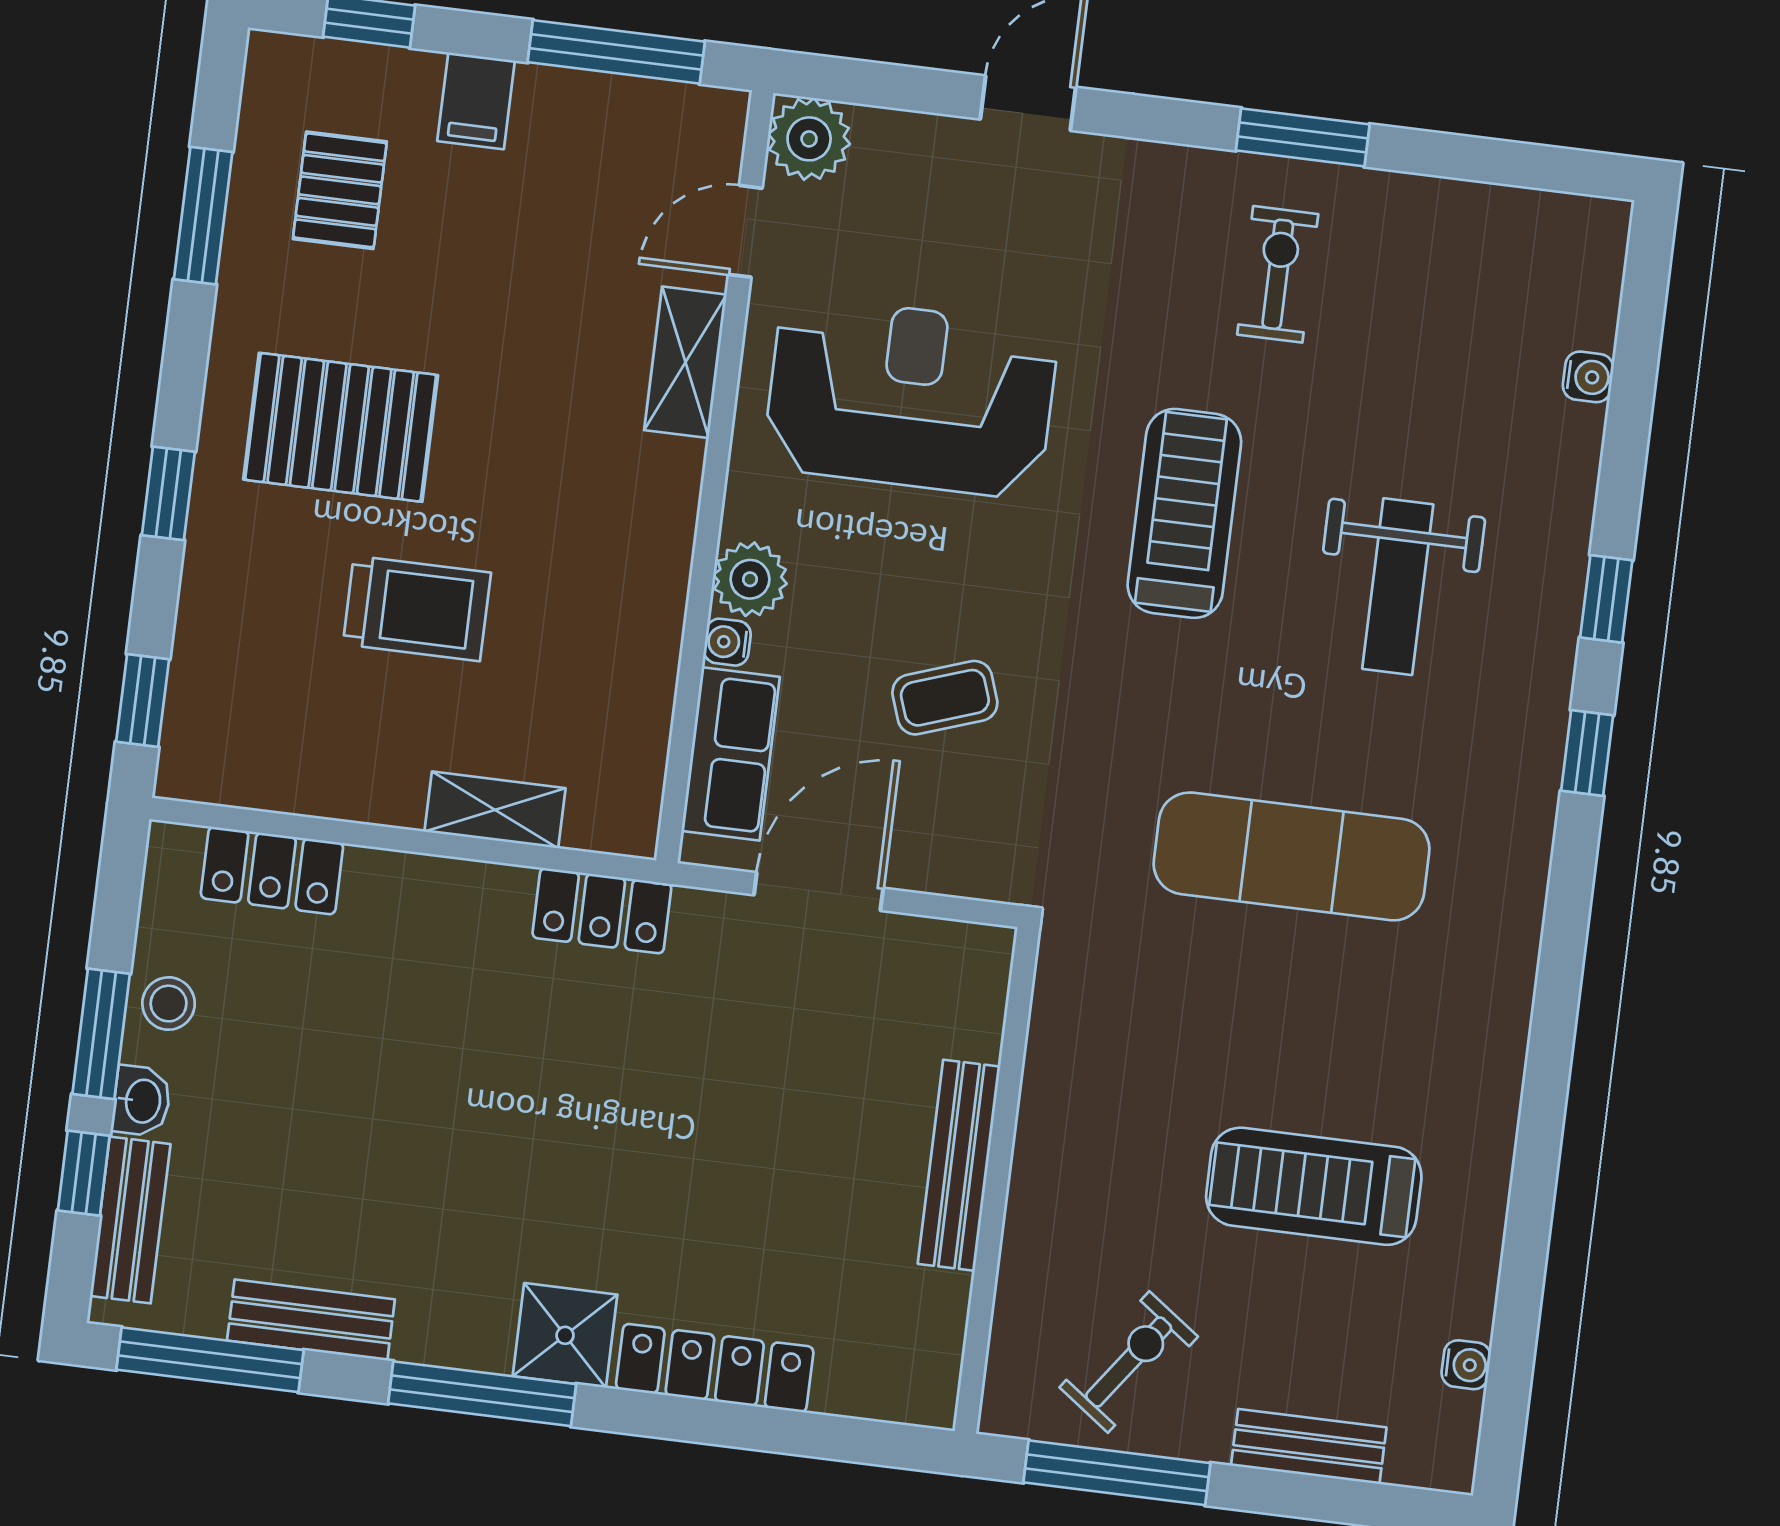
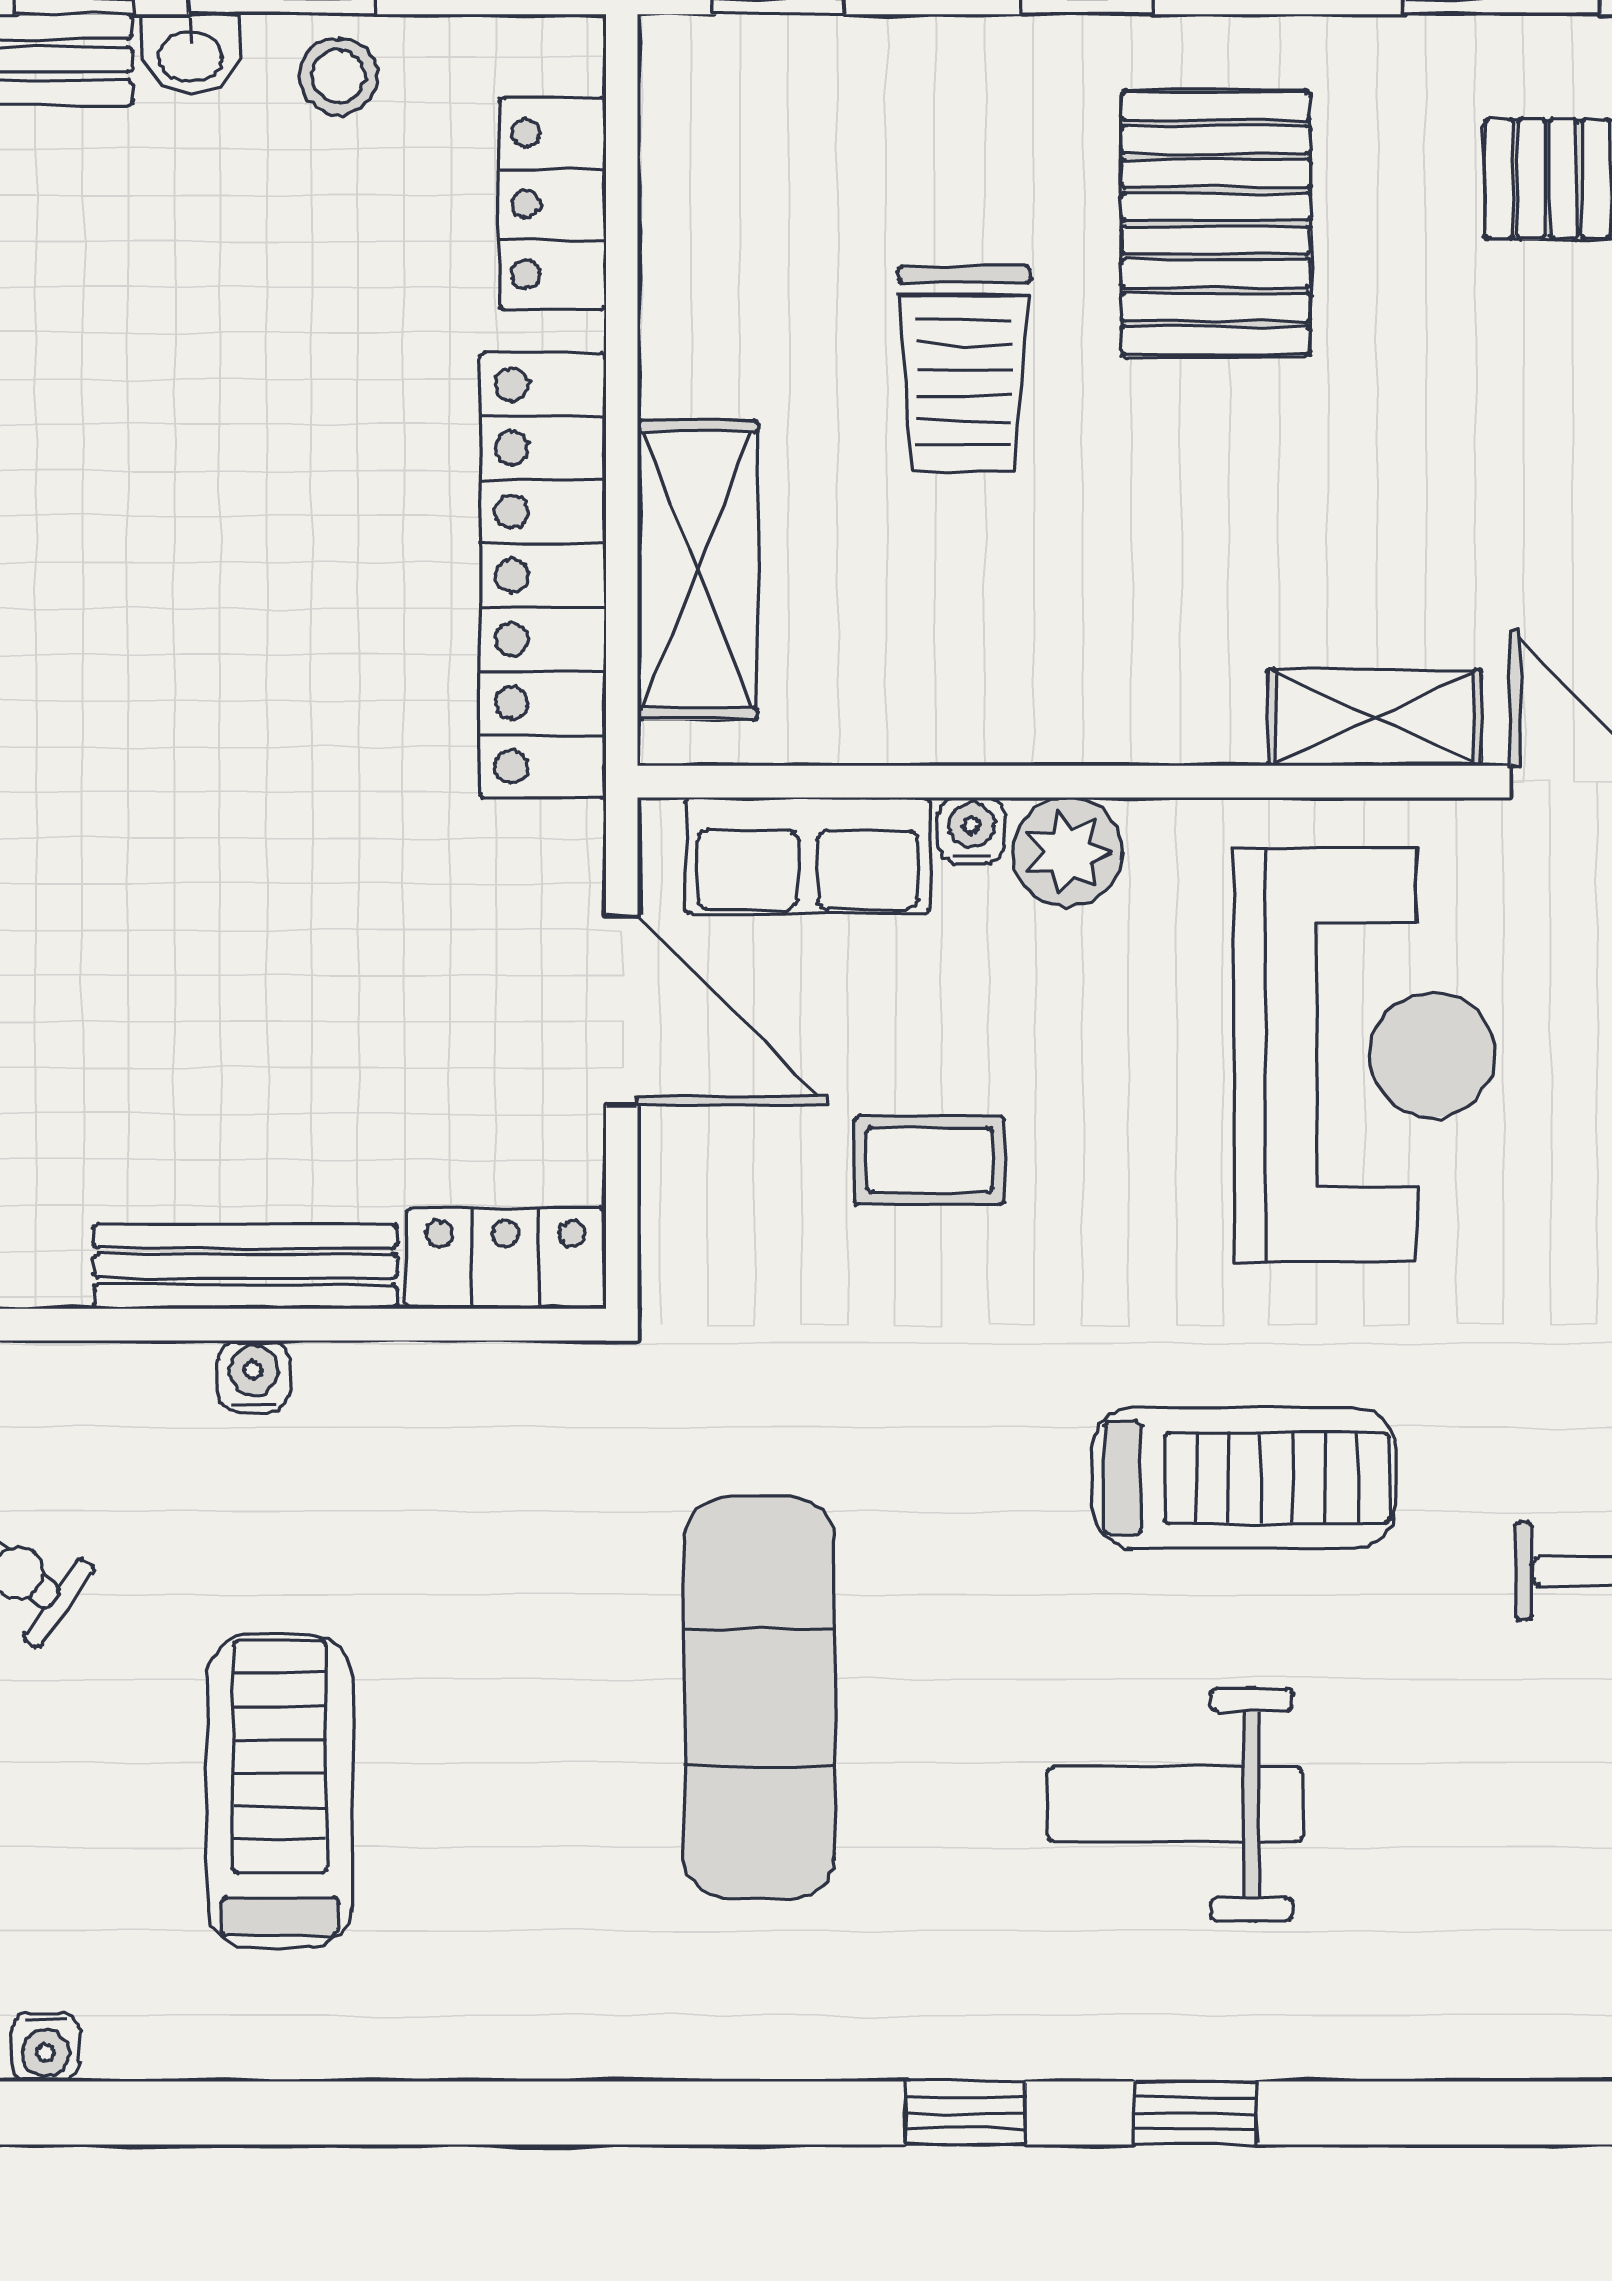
water cooler: (1588, 377) -> (253, 1376), moved, turned 180
coffee table: (945, 698) -> (929, 1160), turned -71
shelving: (495, 810) -> (697, 570), width x1.50, depth x1.33
locker: (602, 911) -> (543, 576), width x2.16, depth x1.21
locker: (976, 990) -> (506, 1259), added

